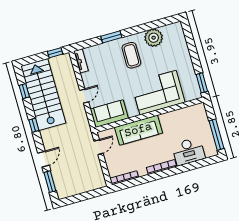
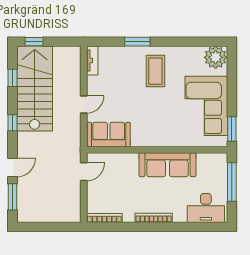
plant: (154, 38) -> (216, 57), moved
window: (55, 53) -> (34, 42), moved
corner sofa: (158, 93) -> (206, 106), moved, turned -90
sofa: (138, 130) -> (167, 165), moved
window: (217, 135) -> (232, 182), moved
desk: (188, 151) -> (206, 208), moved

